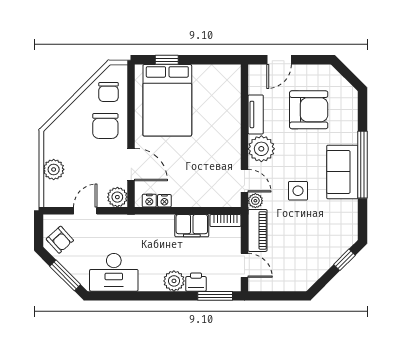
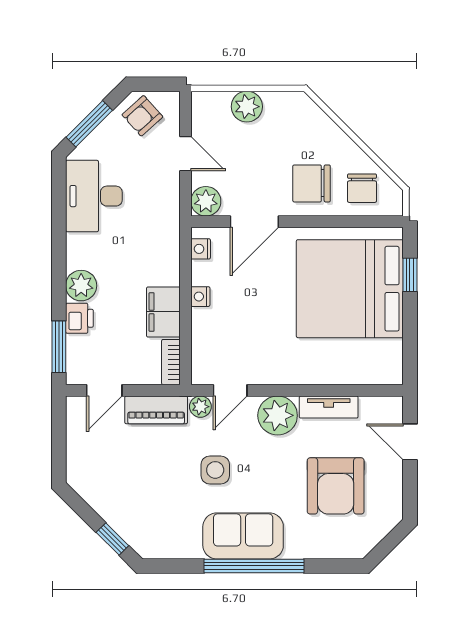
chair: (109, 92) -> (362, 188), turned -90
bed: (167, 100) -> (350, 289), width x1.36
nightstand: (164, 201) -> (200, 297), moved

